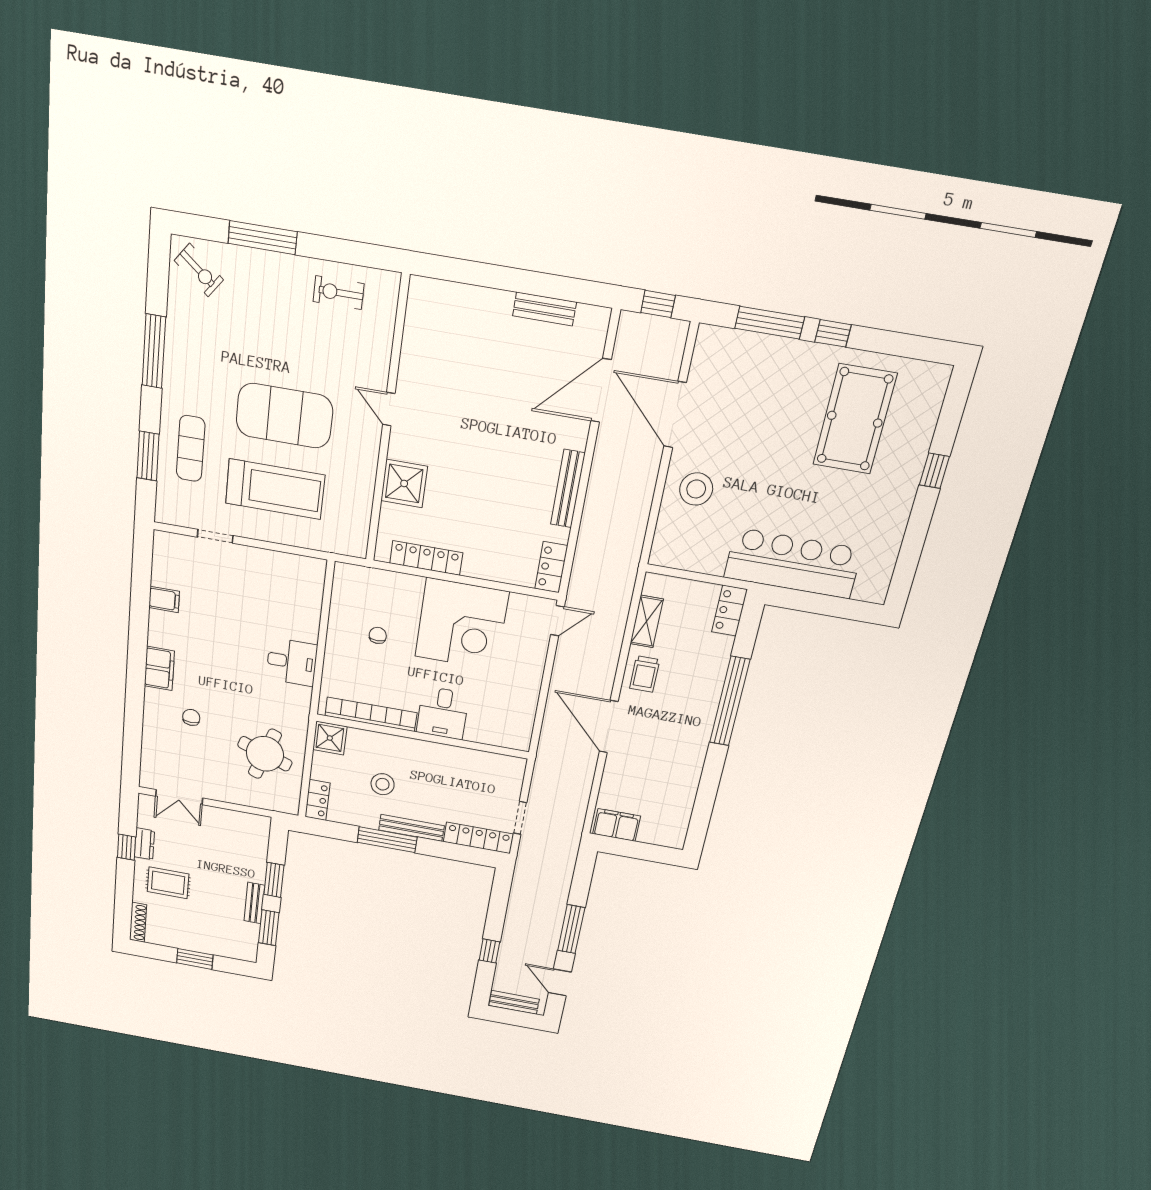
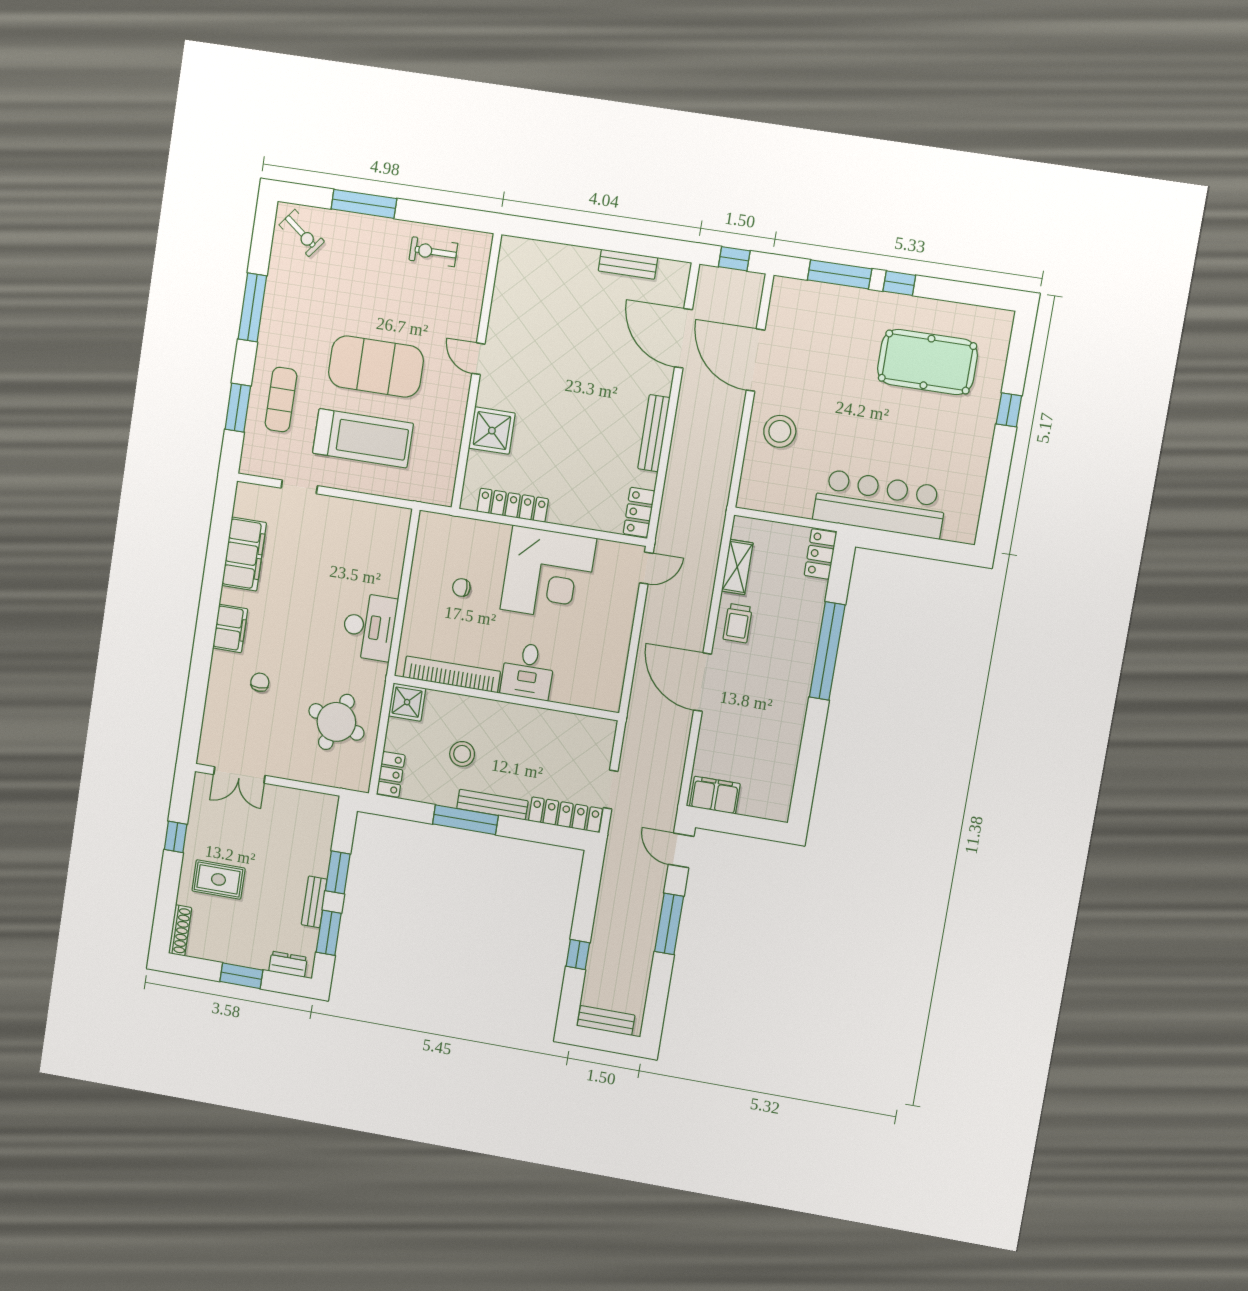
door: (601, 390) -> (683, 338), hinge flipped
pool table: (855, 419) -> (927, 362), turned 90
filing cabinet: (164, 599) -> (244, 554), width x3.00, depth x1.17
chair: (378, 635) -> (461, 587), turned -90
desk: (292, 662) -> (369, 627), width x1.37
dresser: (144, 844) -> (288, 964), moved, turned -90
door: (560, 982) -> (681, 850), moved

